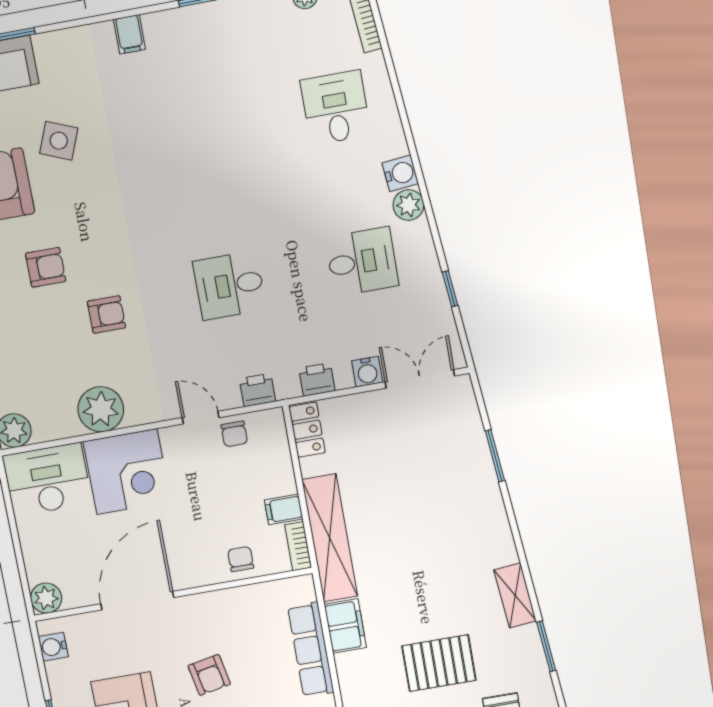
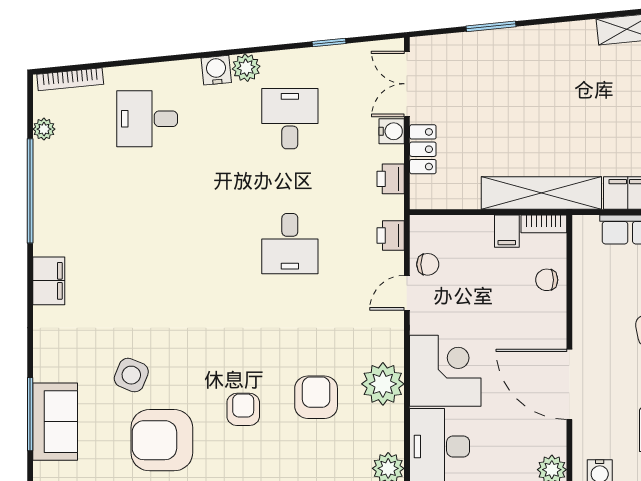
filing cabinet: (129, 34) -> (49, 281), width x2.00
armchair: (107, 314) -> (316, 397), moved, width x1.38, depth x1.38
locker: (307, 430) -> (423, 149), moved, turned 90

